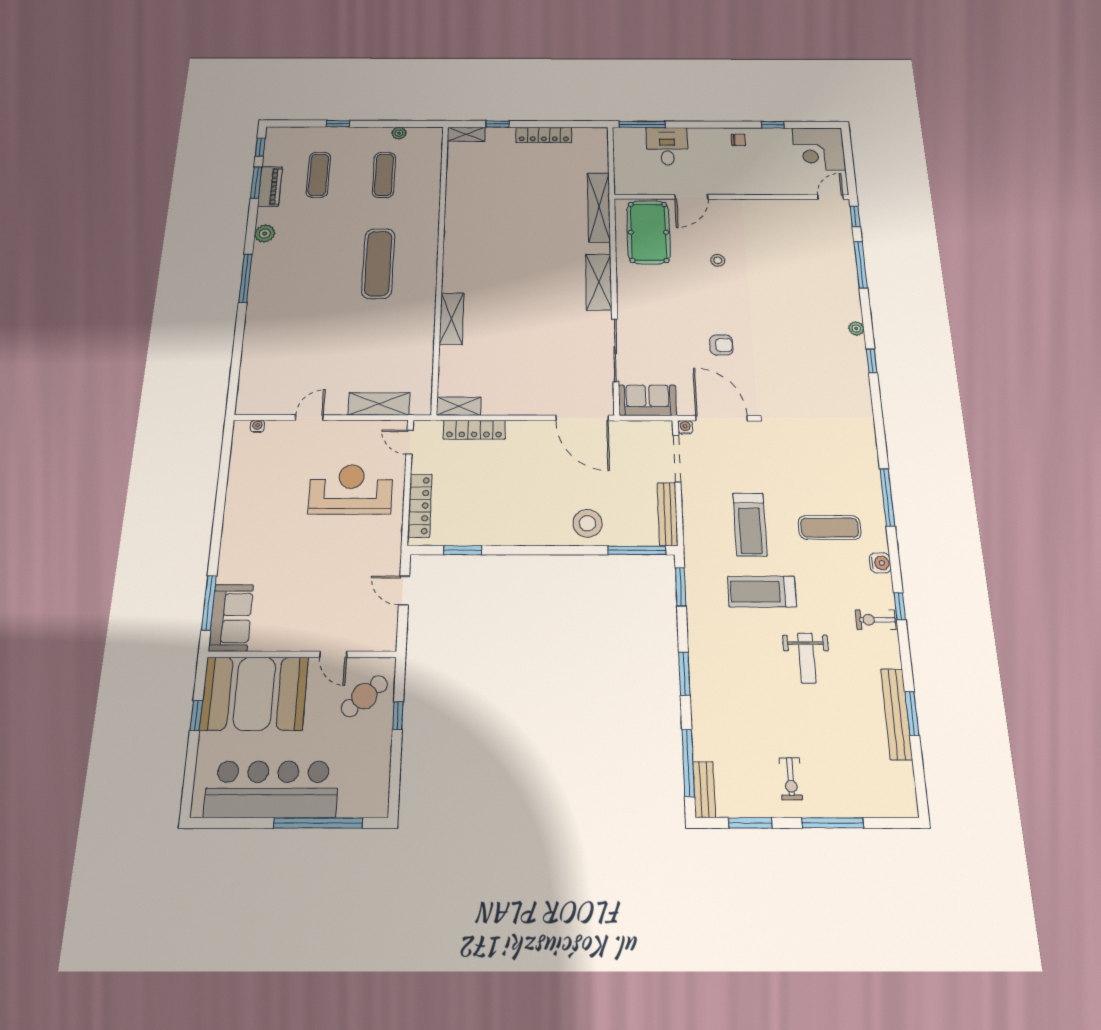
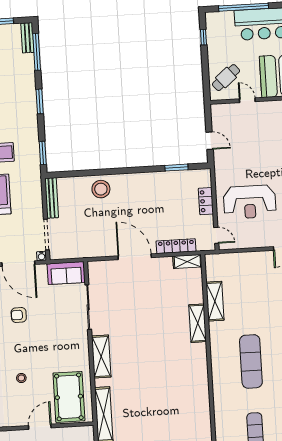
shelving: (379, 404) -> (215, 301), moved, turned 90
door: (582, 418) -> (135, 257), moved
locker: (420, 506) -> (206, 201), width x0.66
window: (637, 550) -> (70, 174), removed
window: (398, 716) -> (203, 37), moved

